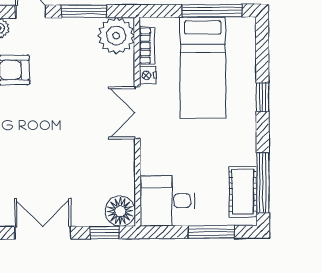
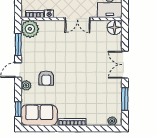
double door: (137, 113) -> (78, 19), moved
window: (105, 233) -> (125, 35), removed

